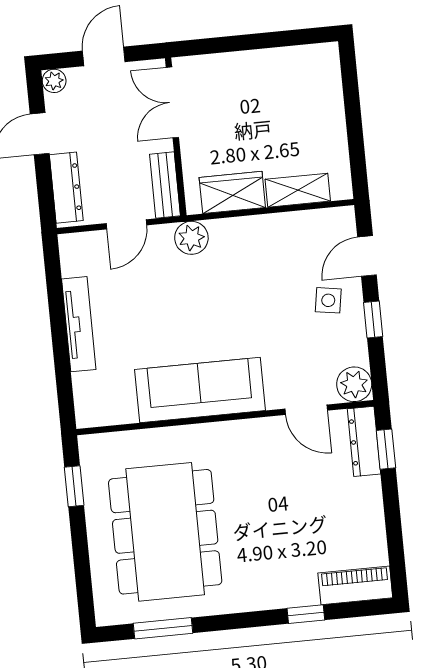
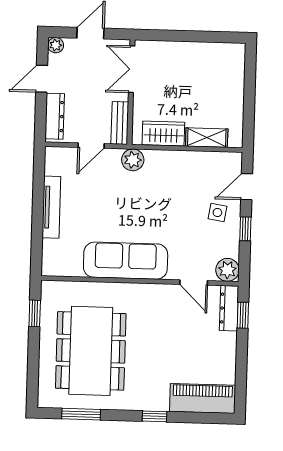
piano: (355, 585) -> (203, 398), width x1.37, depth x1.33
window: (306, 614) -> (155, 416), moved

